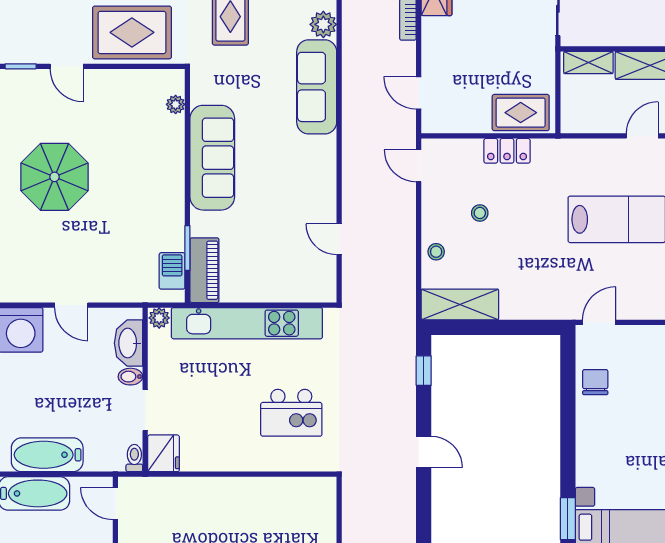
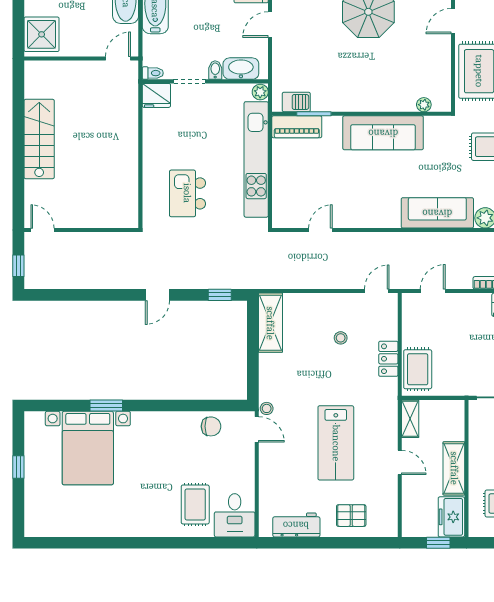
shelving: (588, 63) -> (410, 419), moved
stool: (436, 252) -> (267, 408), moved

